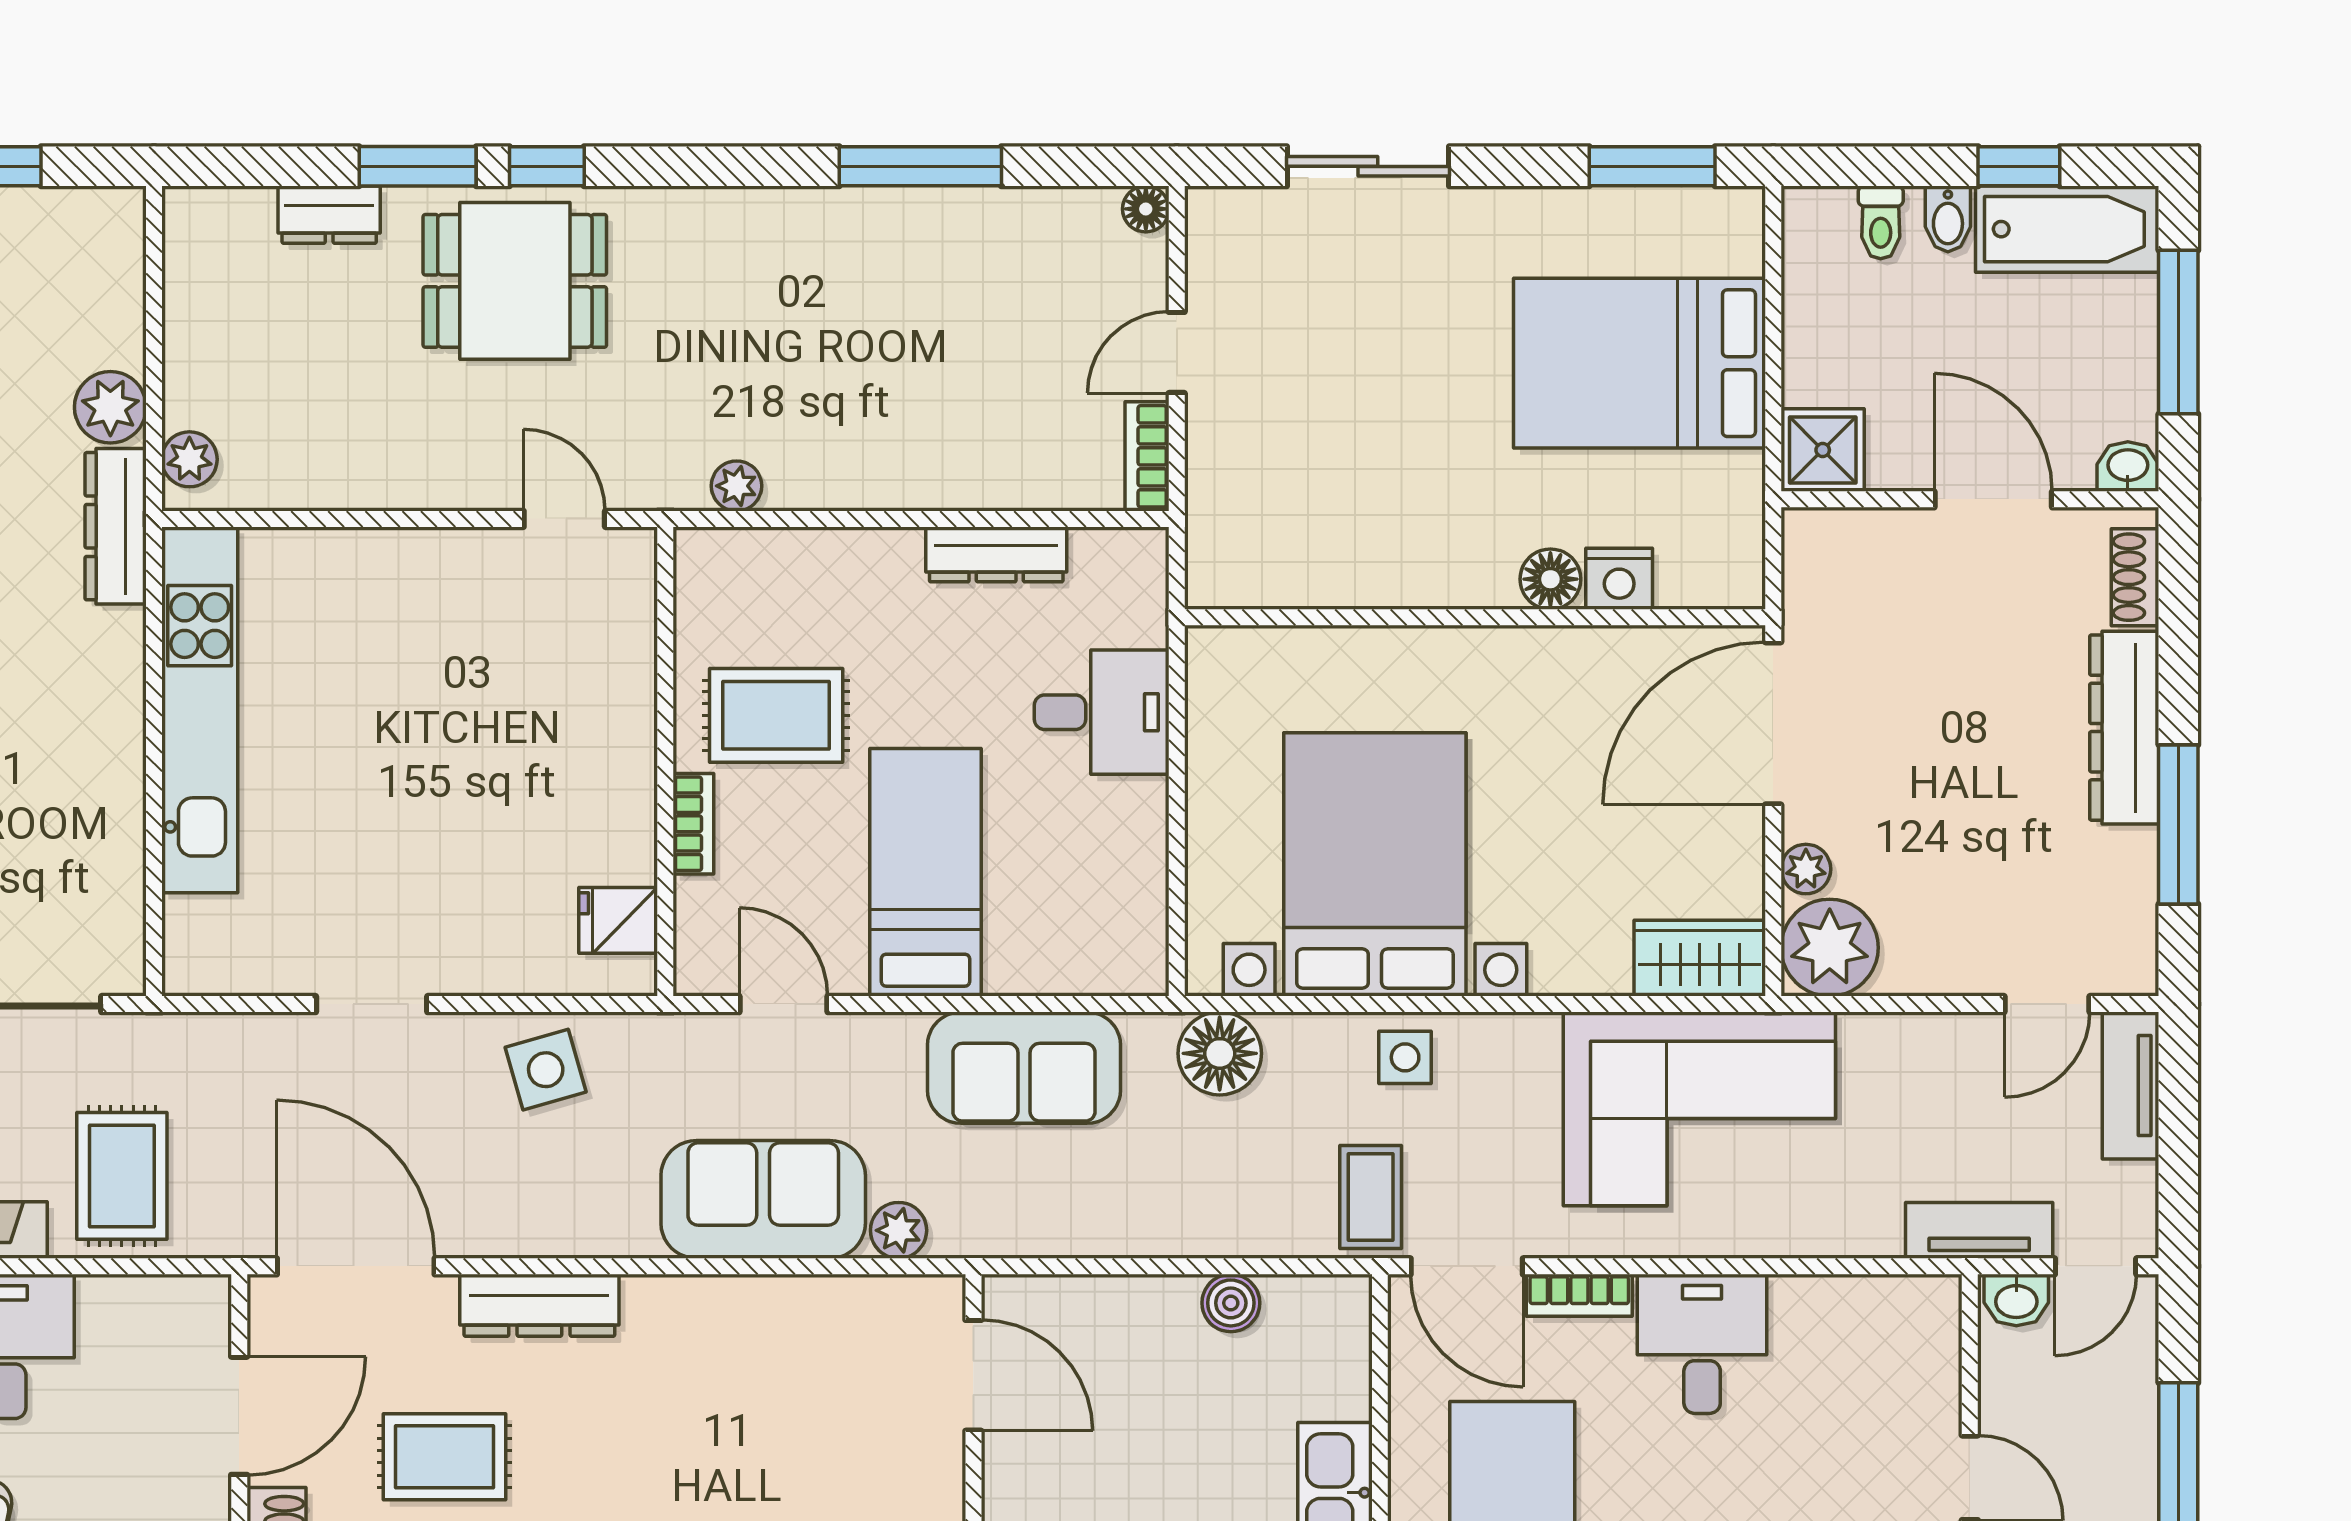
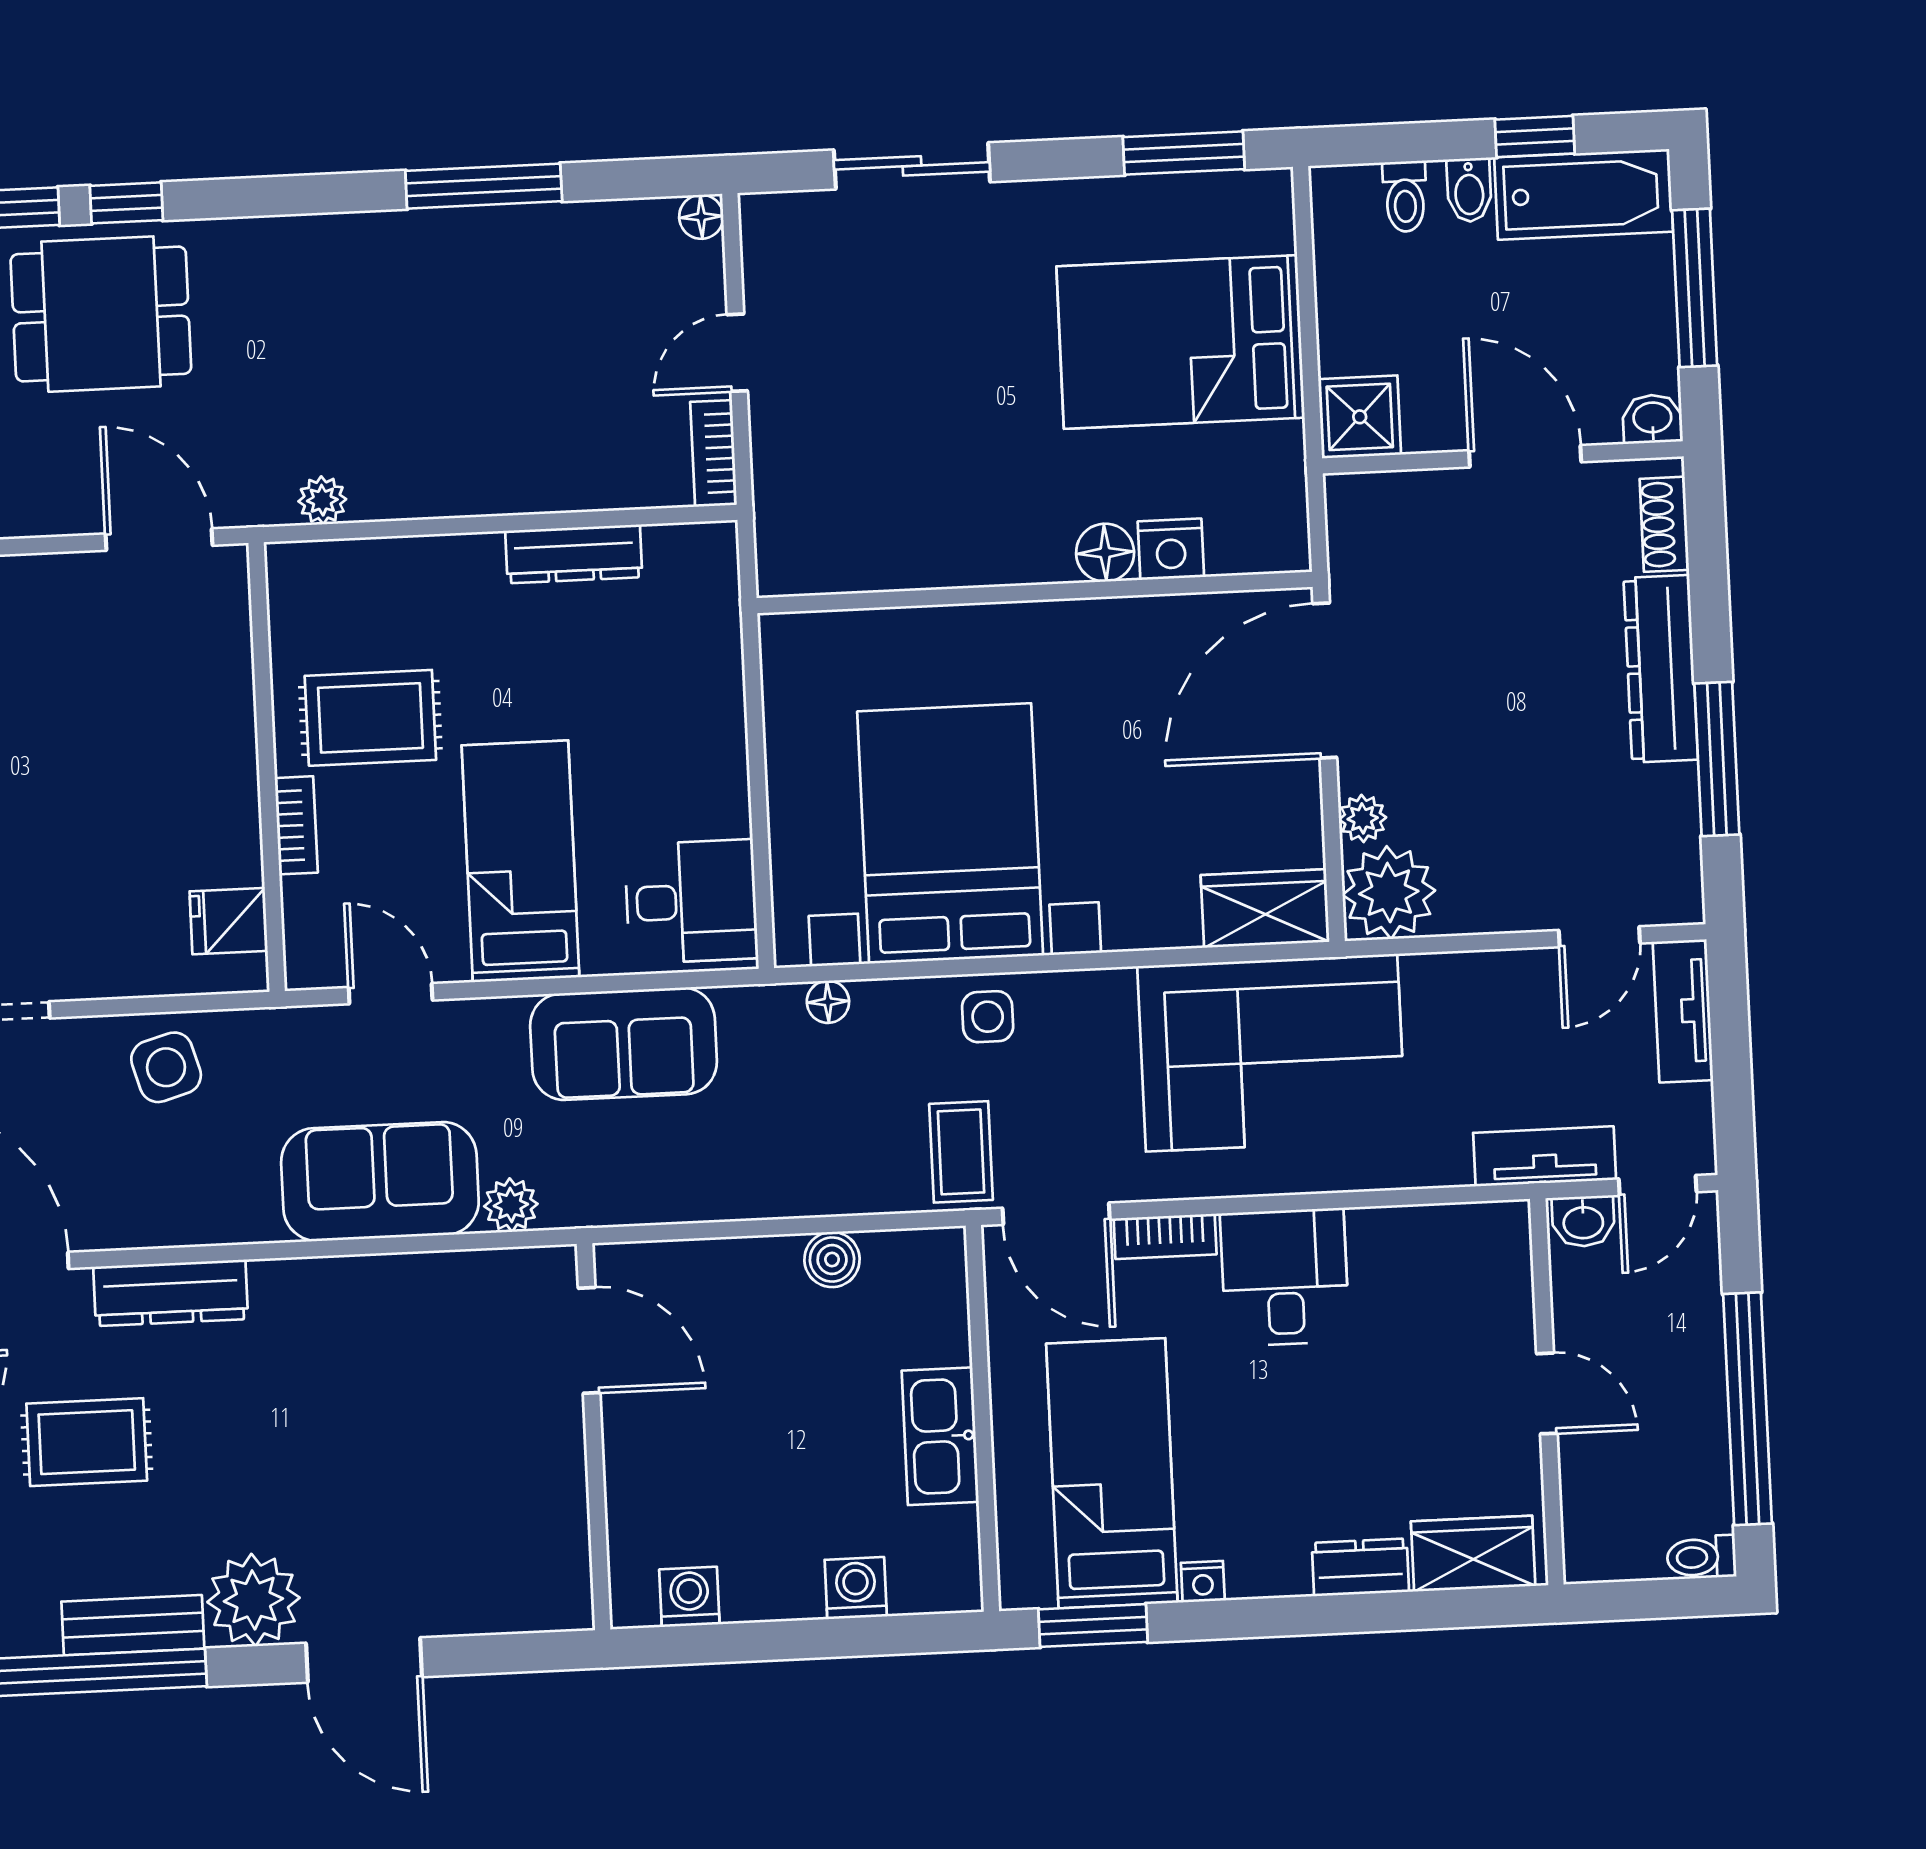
door: (564, 519) -> (159, 540), width x1.38
desk: (1102, 712) -> (691, 902), moved
floor lamp: (1220, 1053) -> (828, 1002), width x0.53, depth x0.53

